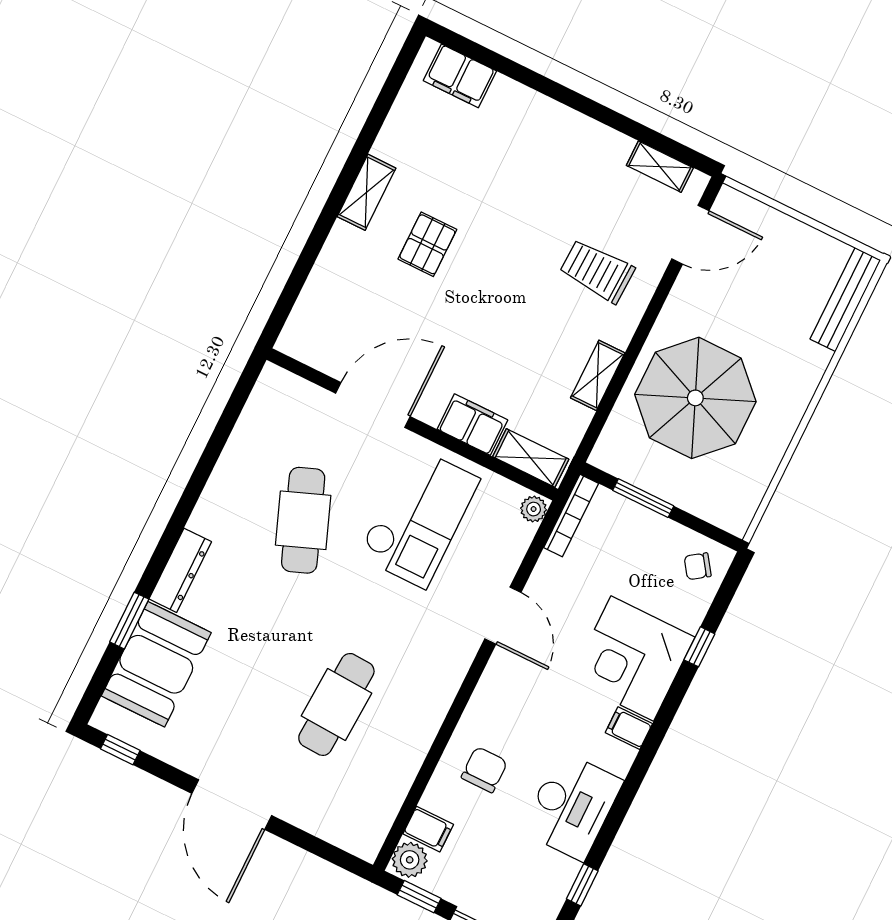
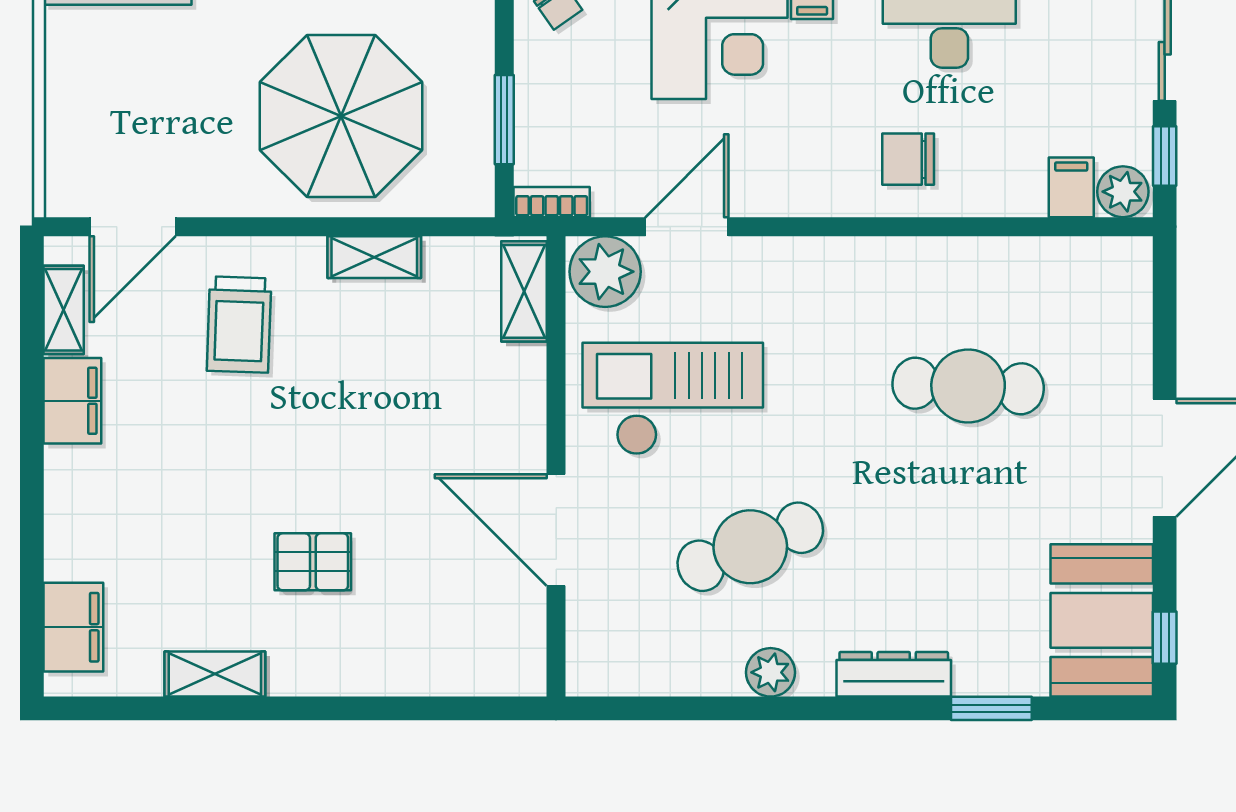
shelving: (366, 192) -> (215, 674), moved
door: (690, 235) -> (133, 227), swing flipped
filing cabinet: (472, 425) -> (72, 401), moved, turned 180
plant: (219, 495) -> (771, 672), added
plant: (534, 509) -> (605, 272), width x1.88, depth x1.88
bookcase: (571, 516) -> (552, 202), width x0.64
door: (503, 616) -> (687, 227), moved
booth: (156, 664) -> (1102, 620), moved, turned 90
chair: (484, 770) -> (908, 159), moved

